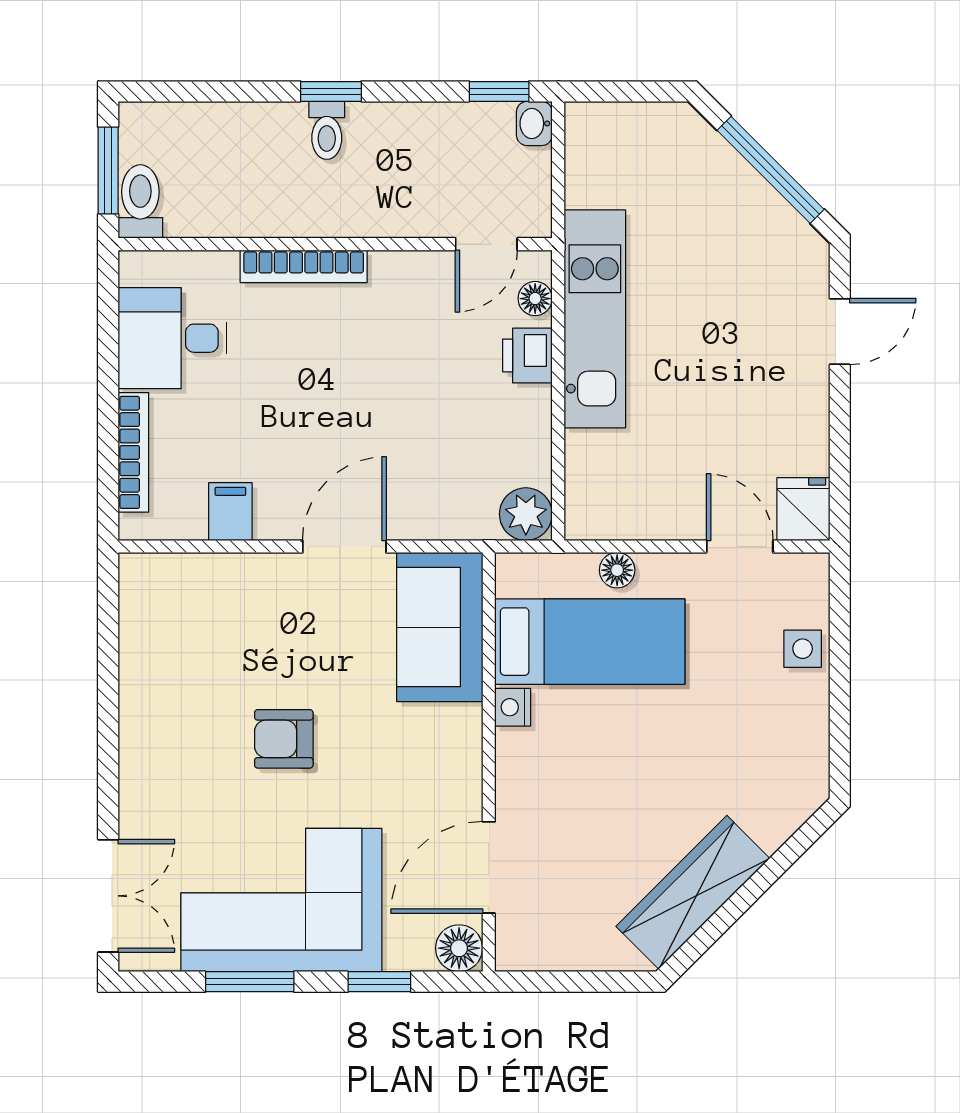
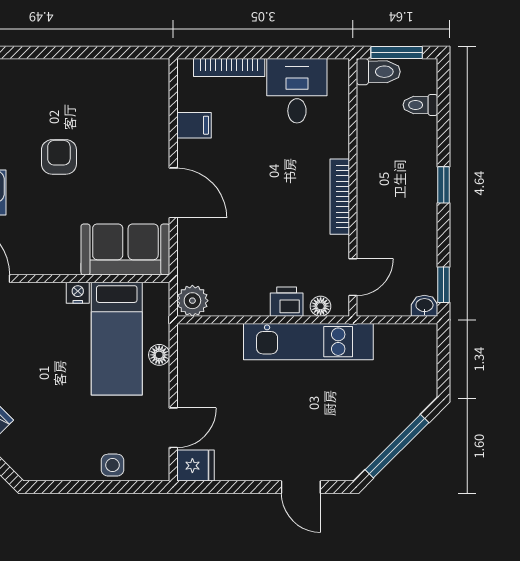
toilet: (327, 130) -> (420, 105), moved
door: (486, 244) -> (353, 277), swing flipped
bookcase: (304, 266) -> (340, 197), moved

